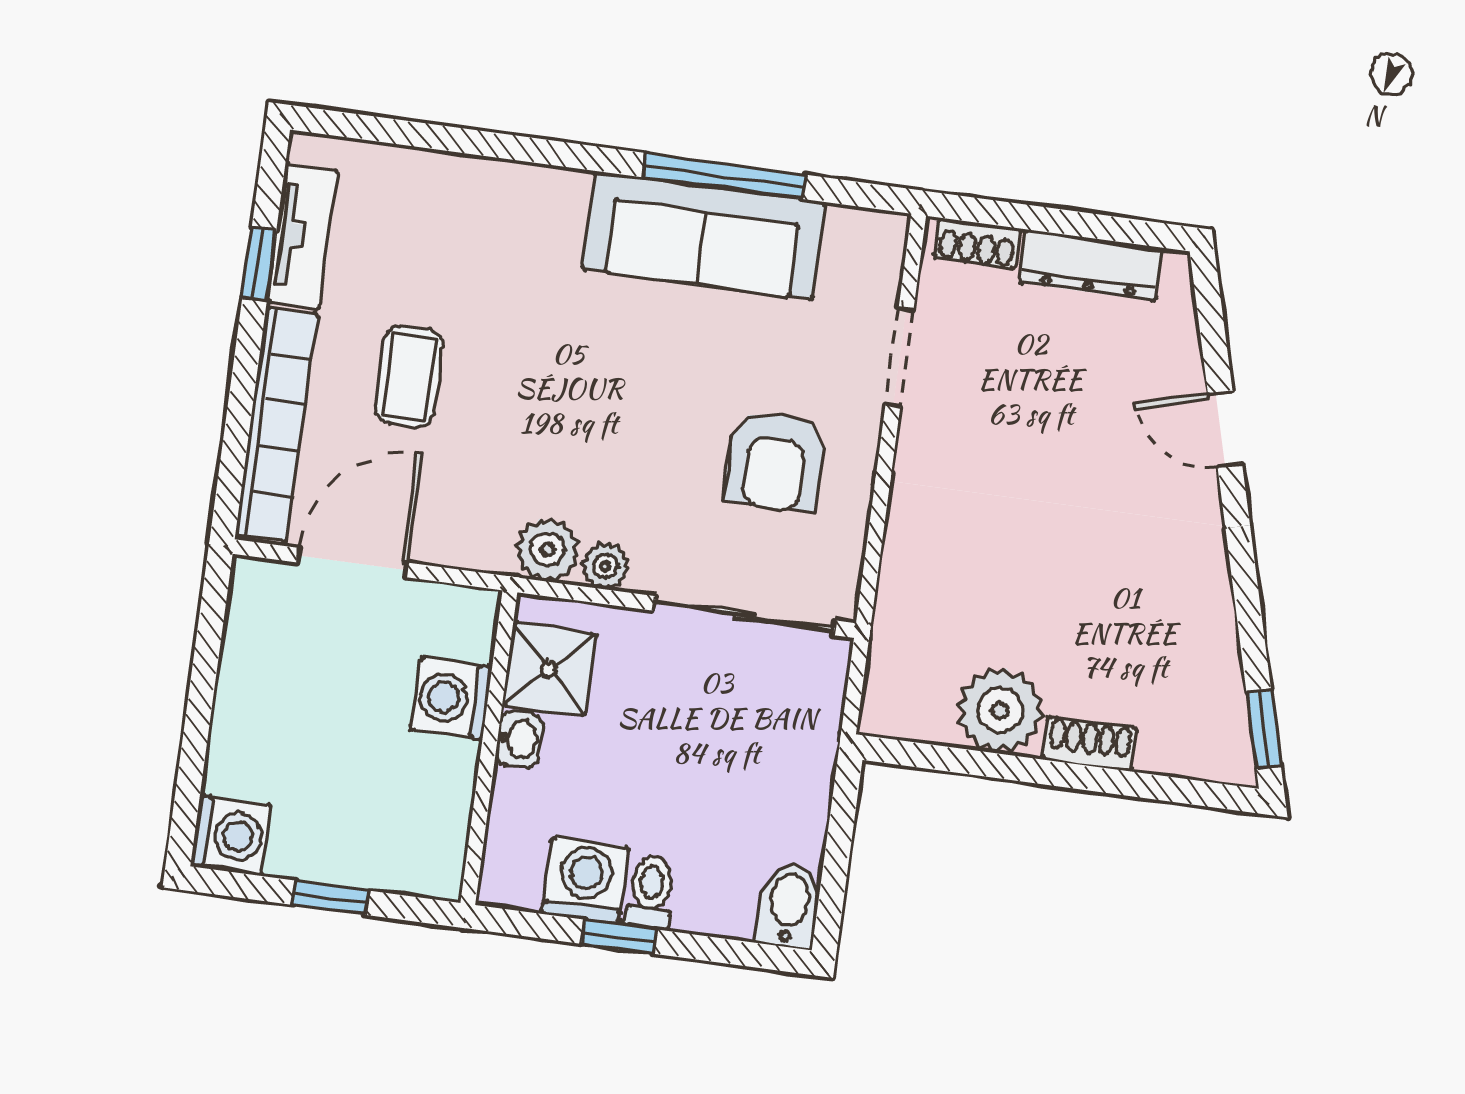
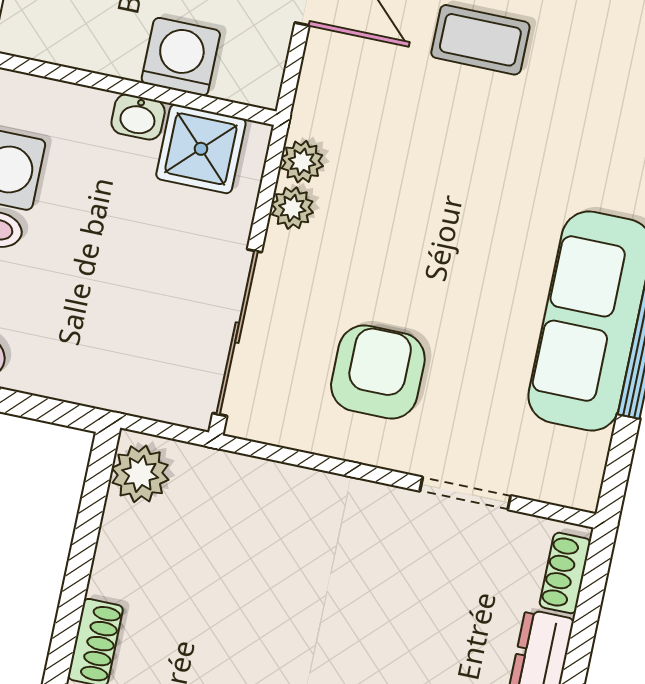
armchair: (775, 461) -> (378, 372), turned 90
plant: (547, 549) -> (302, 162), width x0.73, depth x0.73
plant: (1000, 710) -> (140, 474), moved, width x0.73, depth x0.73

